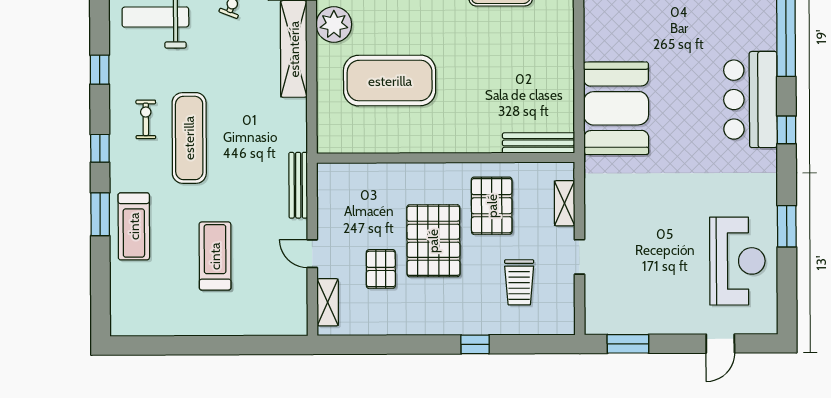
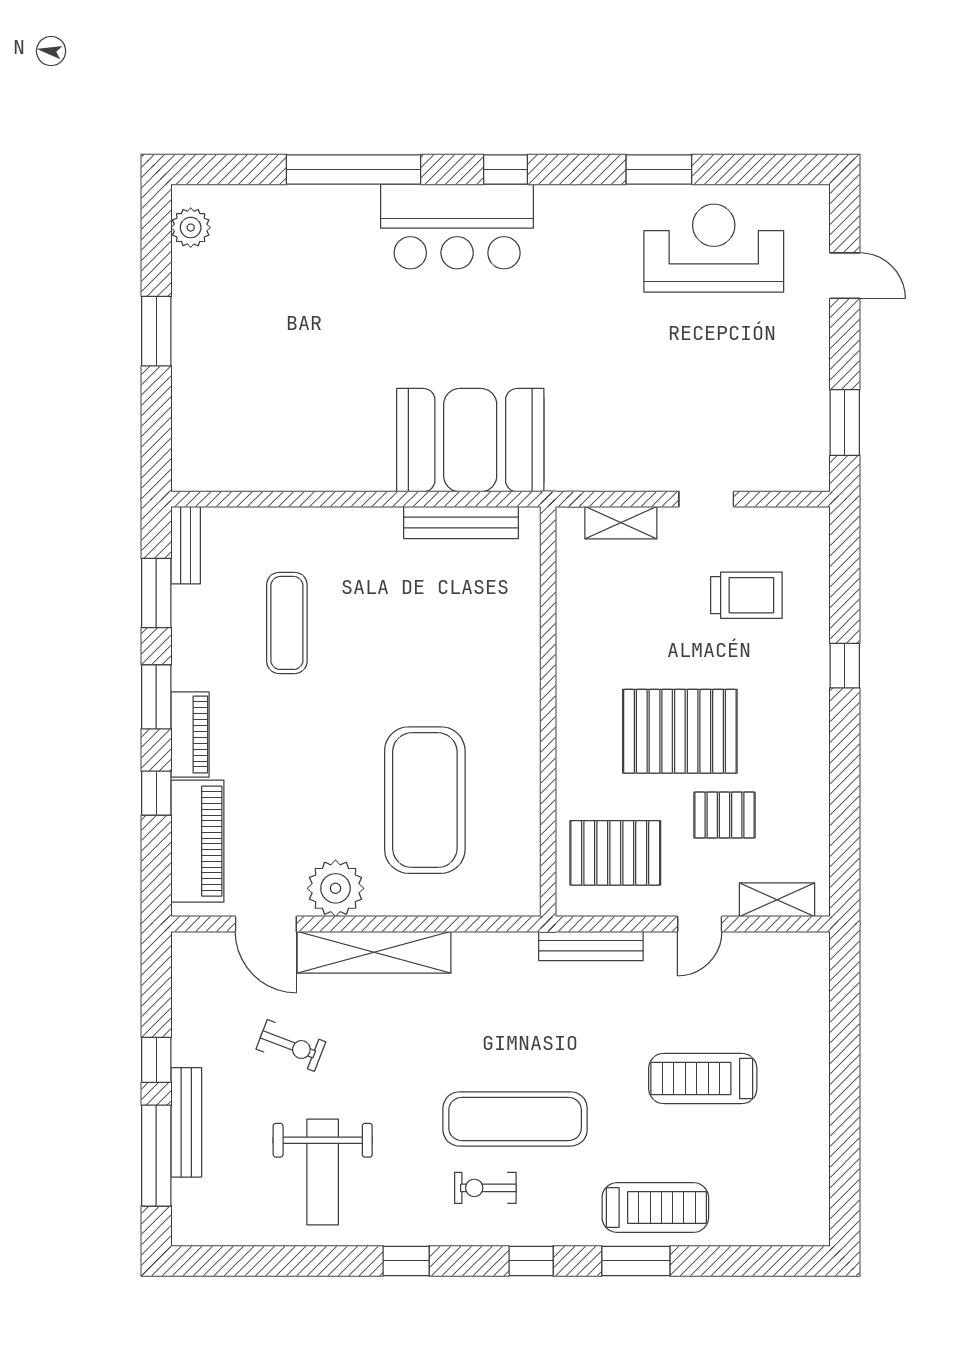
bench: (538, 143) -> (461, 522), moved, turned 90
pallet: (492, 206) -> (615, 853), moved

